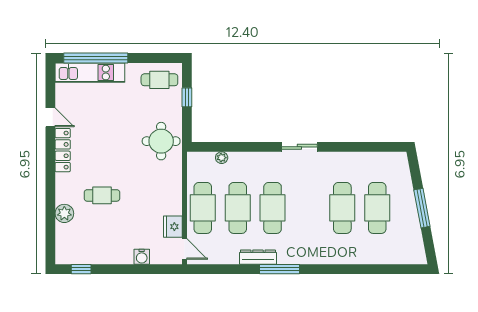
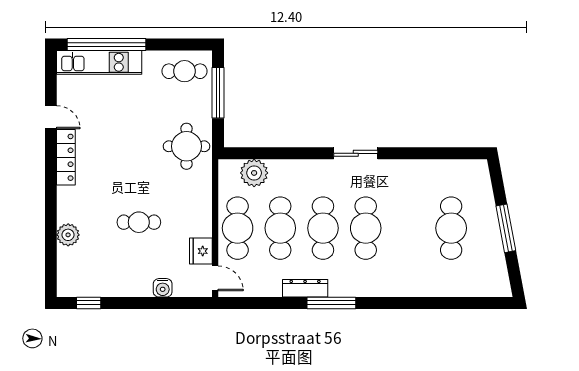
window: (187, 97) -> (218, 93), width x2.17
plant: (222, 158) -> (254, 173), width x1.88, depth x1.88
cafe table: (102, 195) -> (139, 222), moved
cafe table: (342, 208) -> (366, 228), moved

